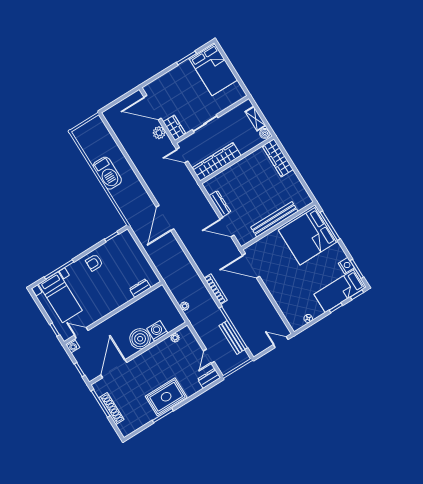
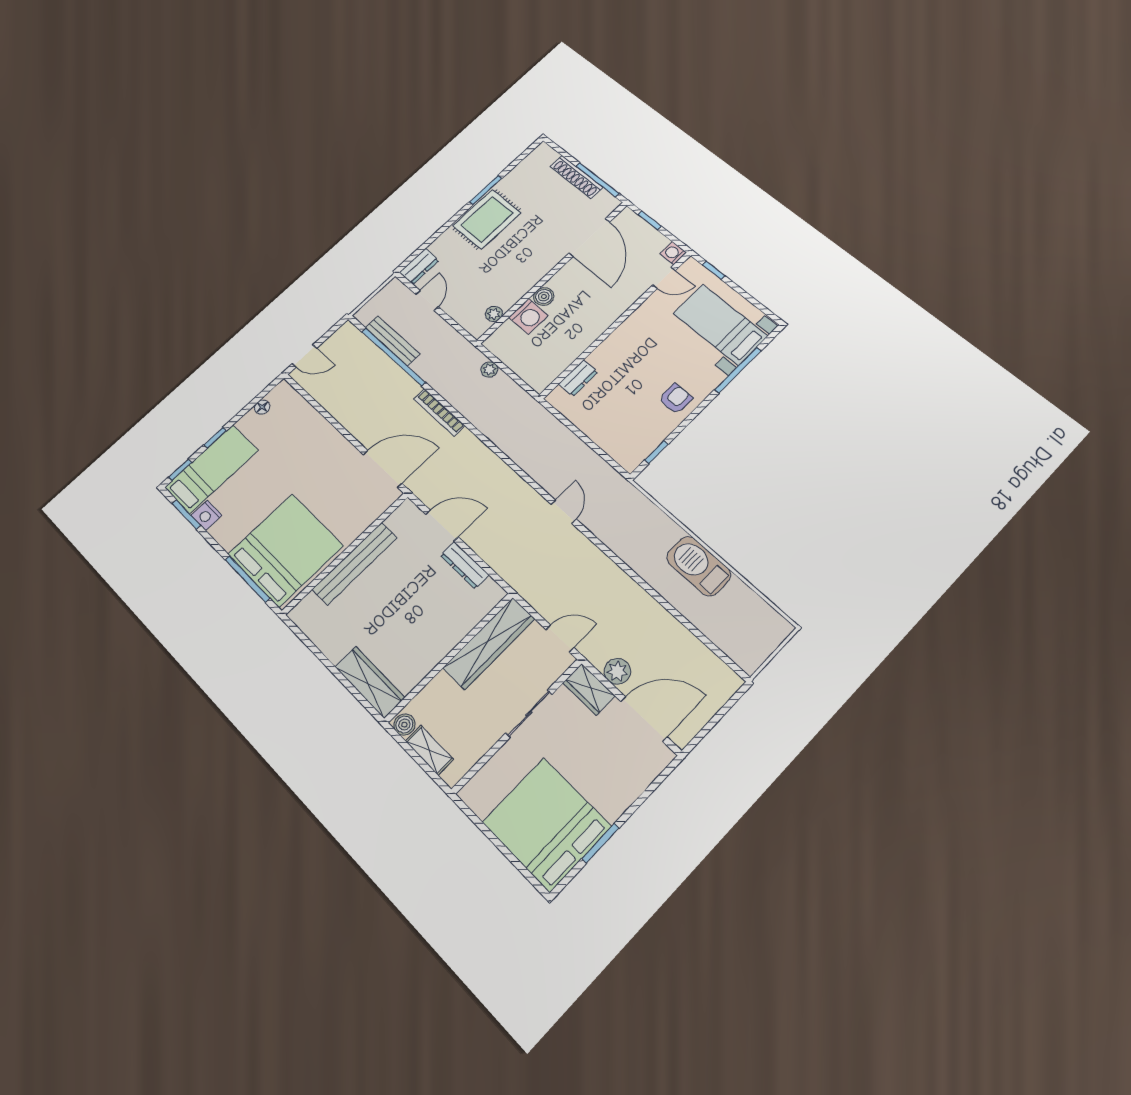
bed: (213, 69) -> (547, 824), width x1.36
door: (165, 218) -> (564, 512), width x0.53
boiler: (140, 339) -> (544, 297), width x0.54, depth x0.54

